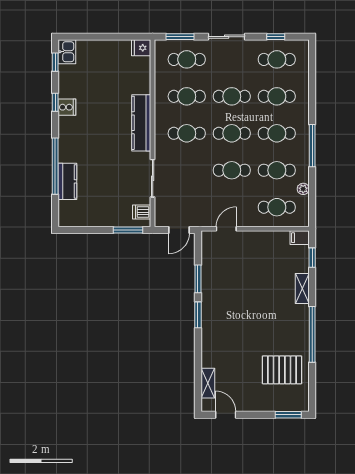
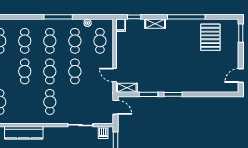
cafe table: (187, 96) -> (25, 102), removed
kitchen counter: (141, 123) -> (24, 133), moved
shelving: (208, 383) -> (127, 88), moved

